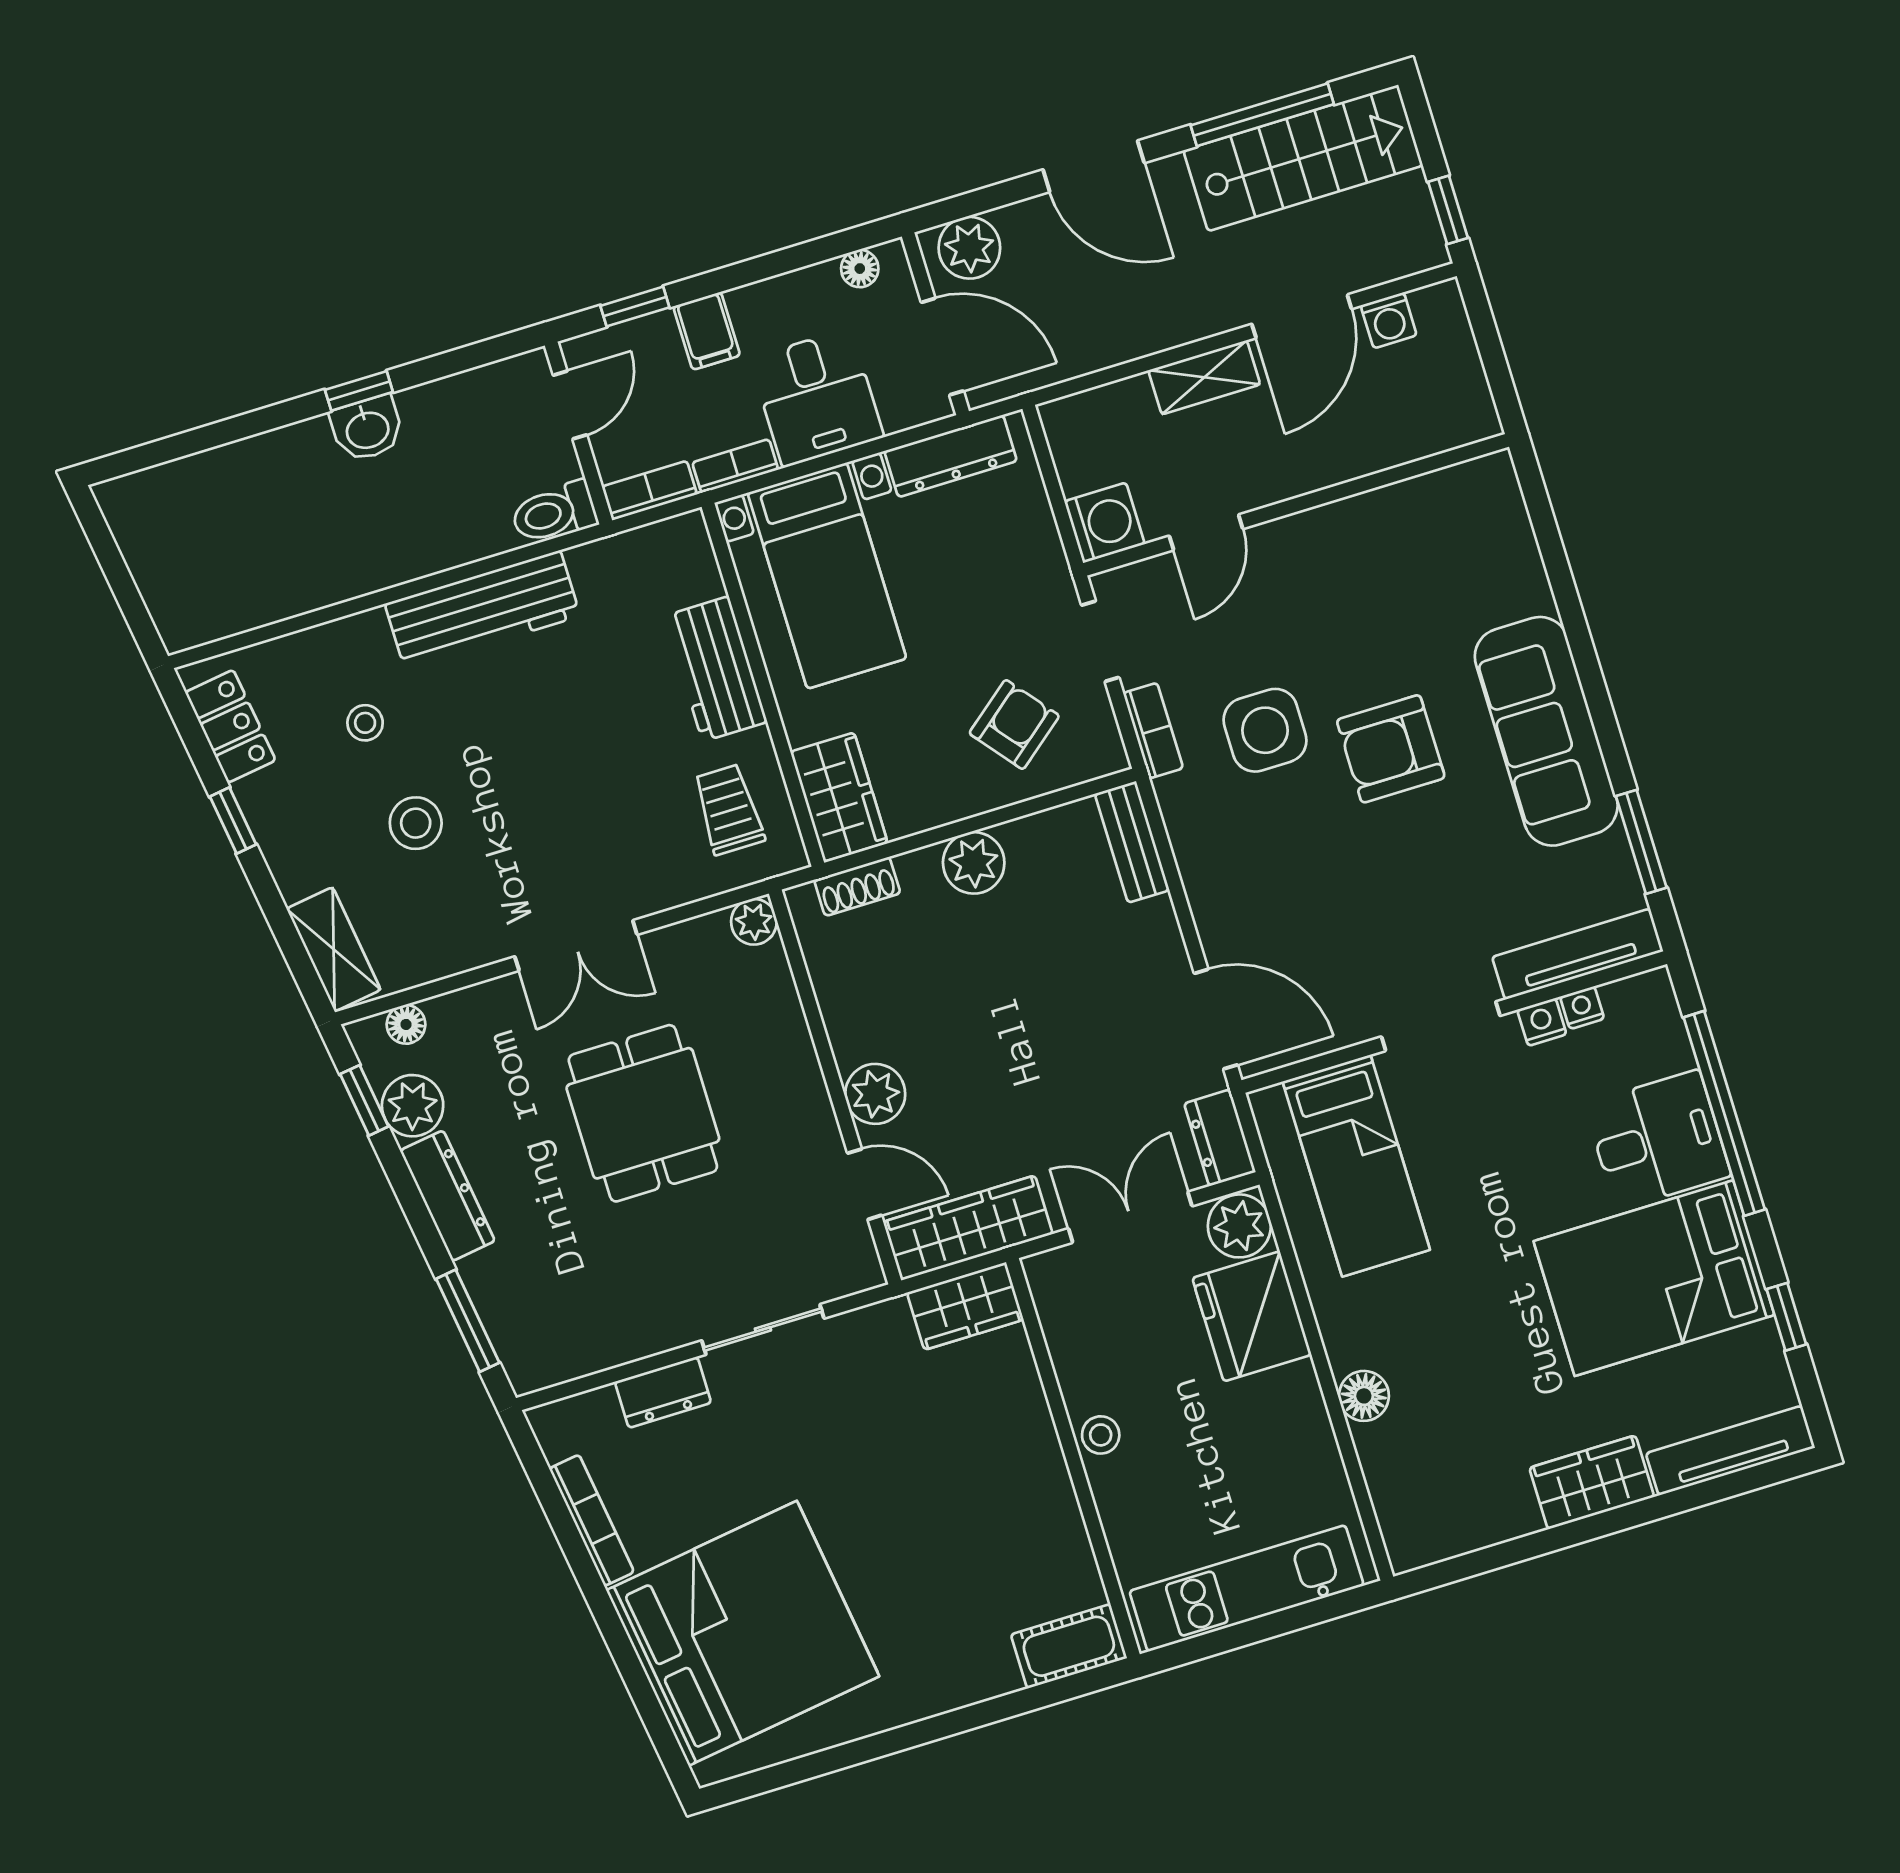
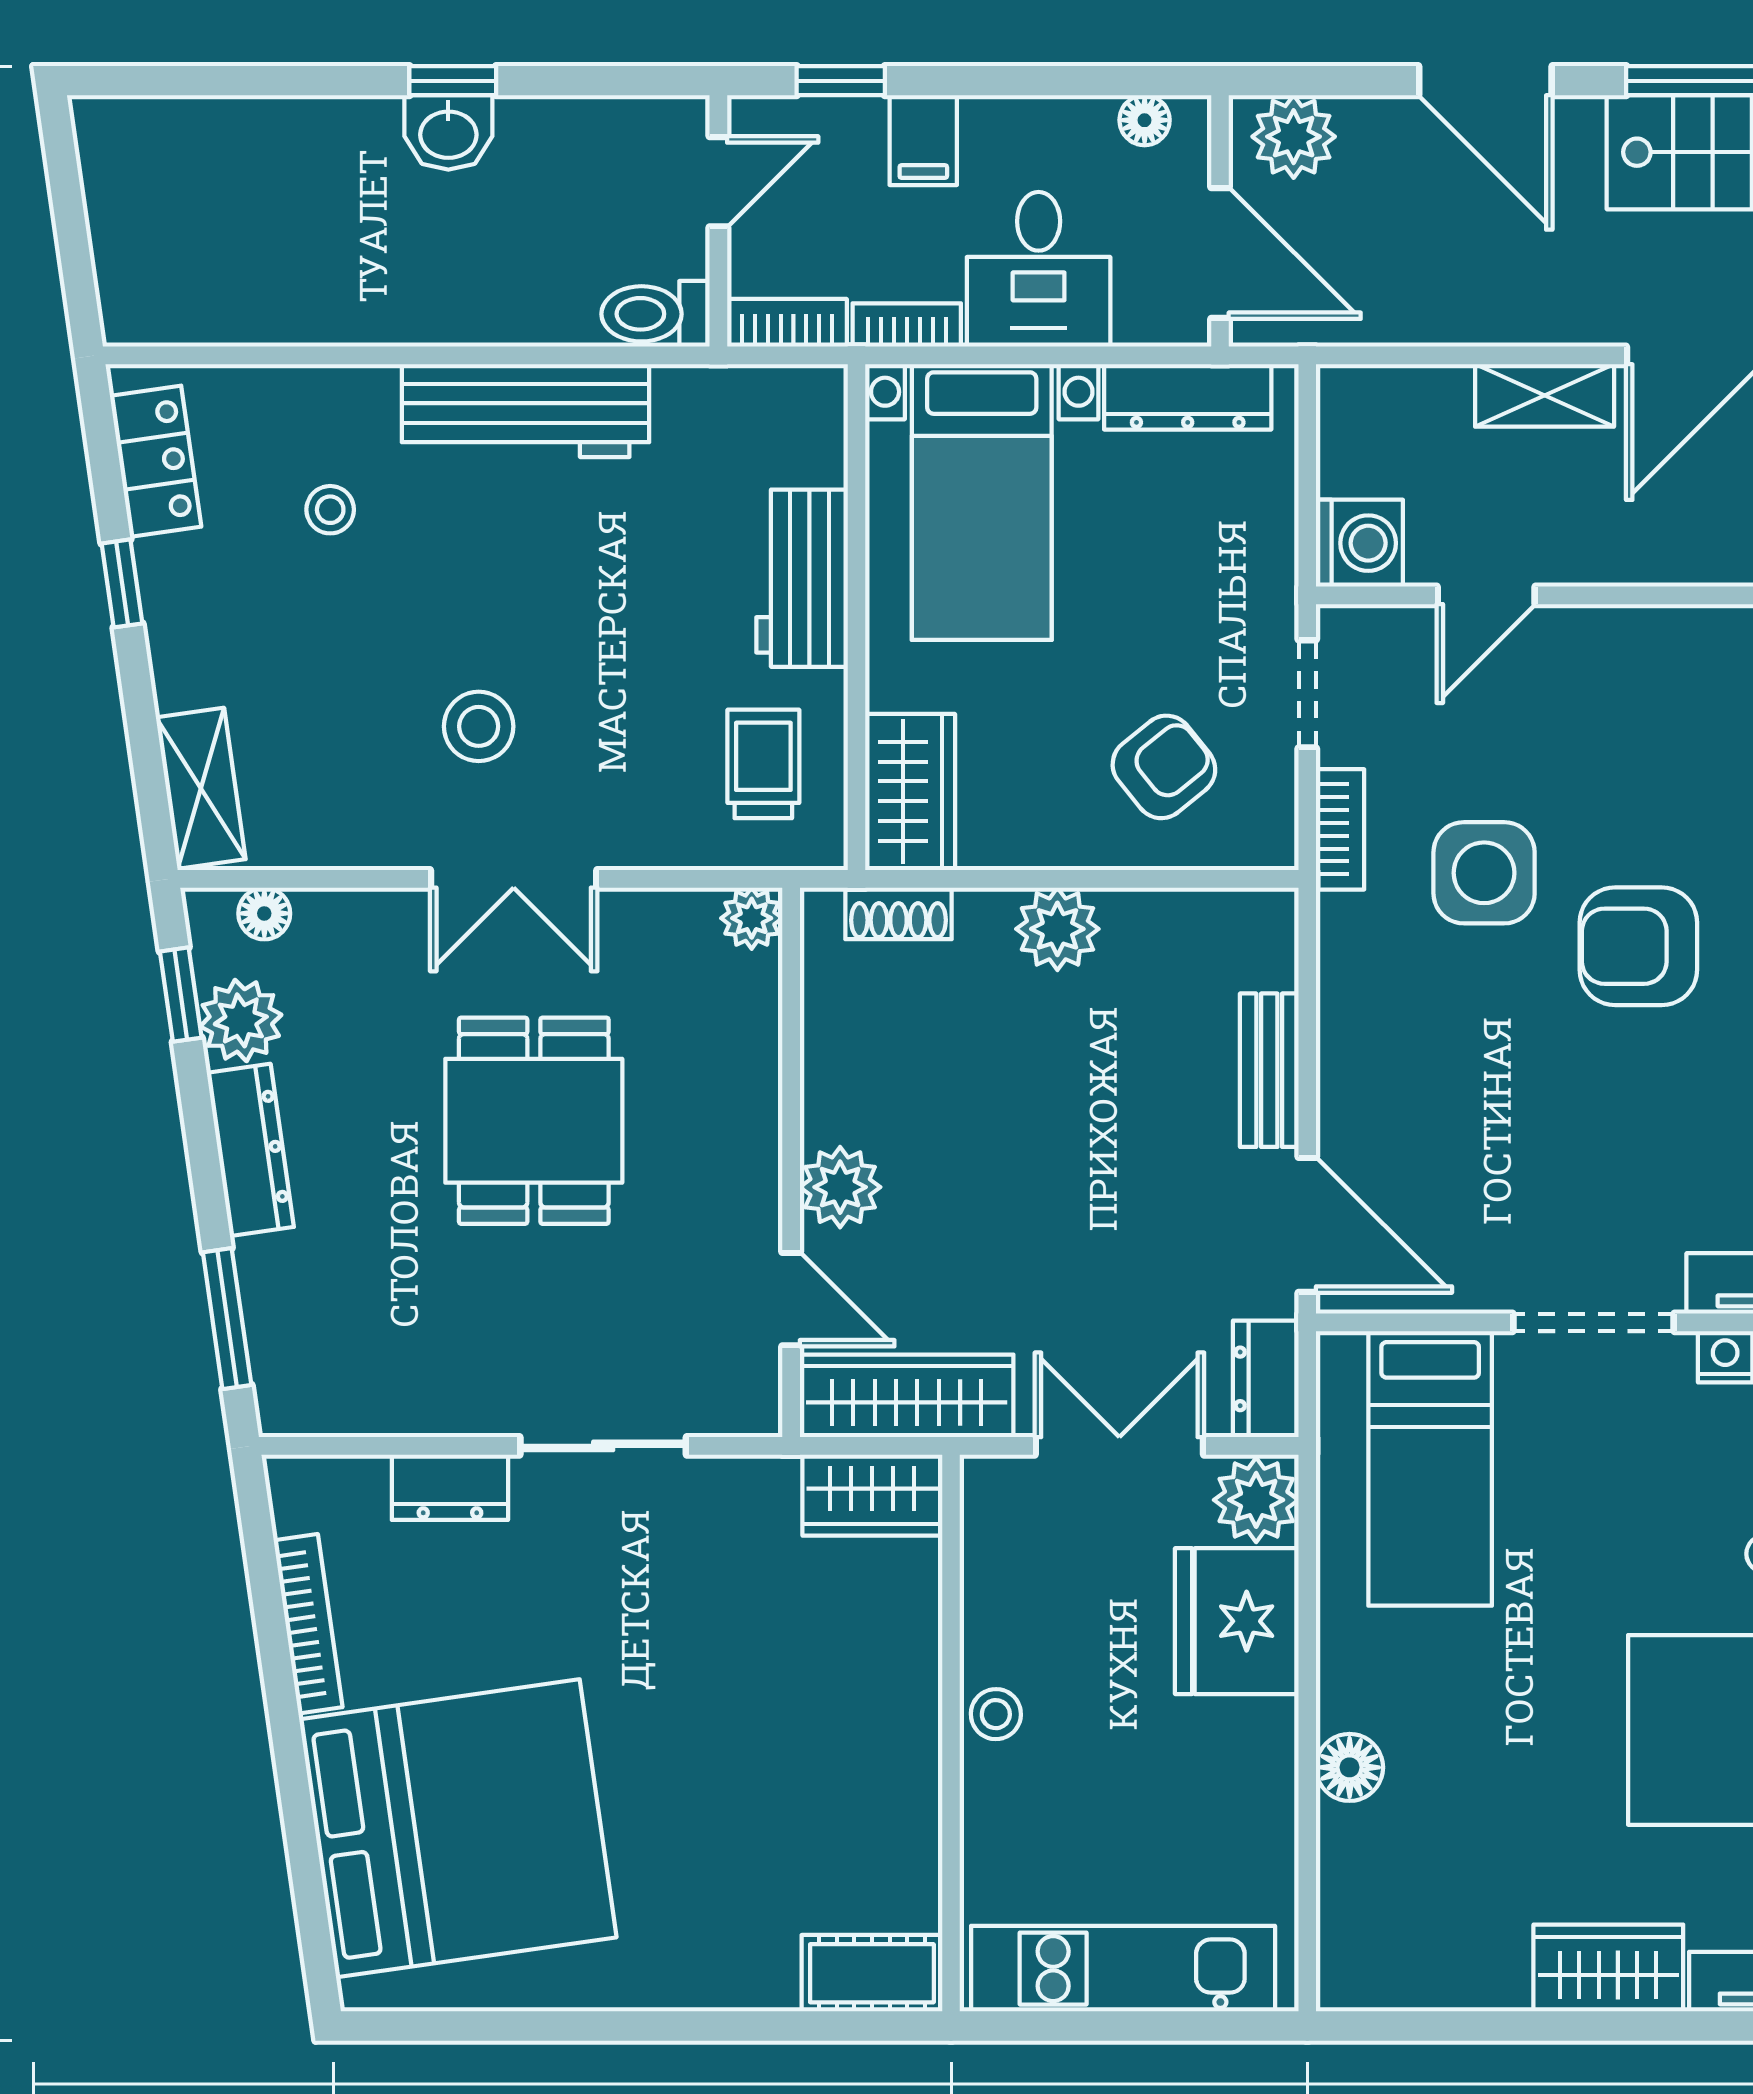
stool: (416, 823) -> (479, 726), moved
bench: (1132, 842) -> (1269, 1070), moved

